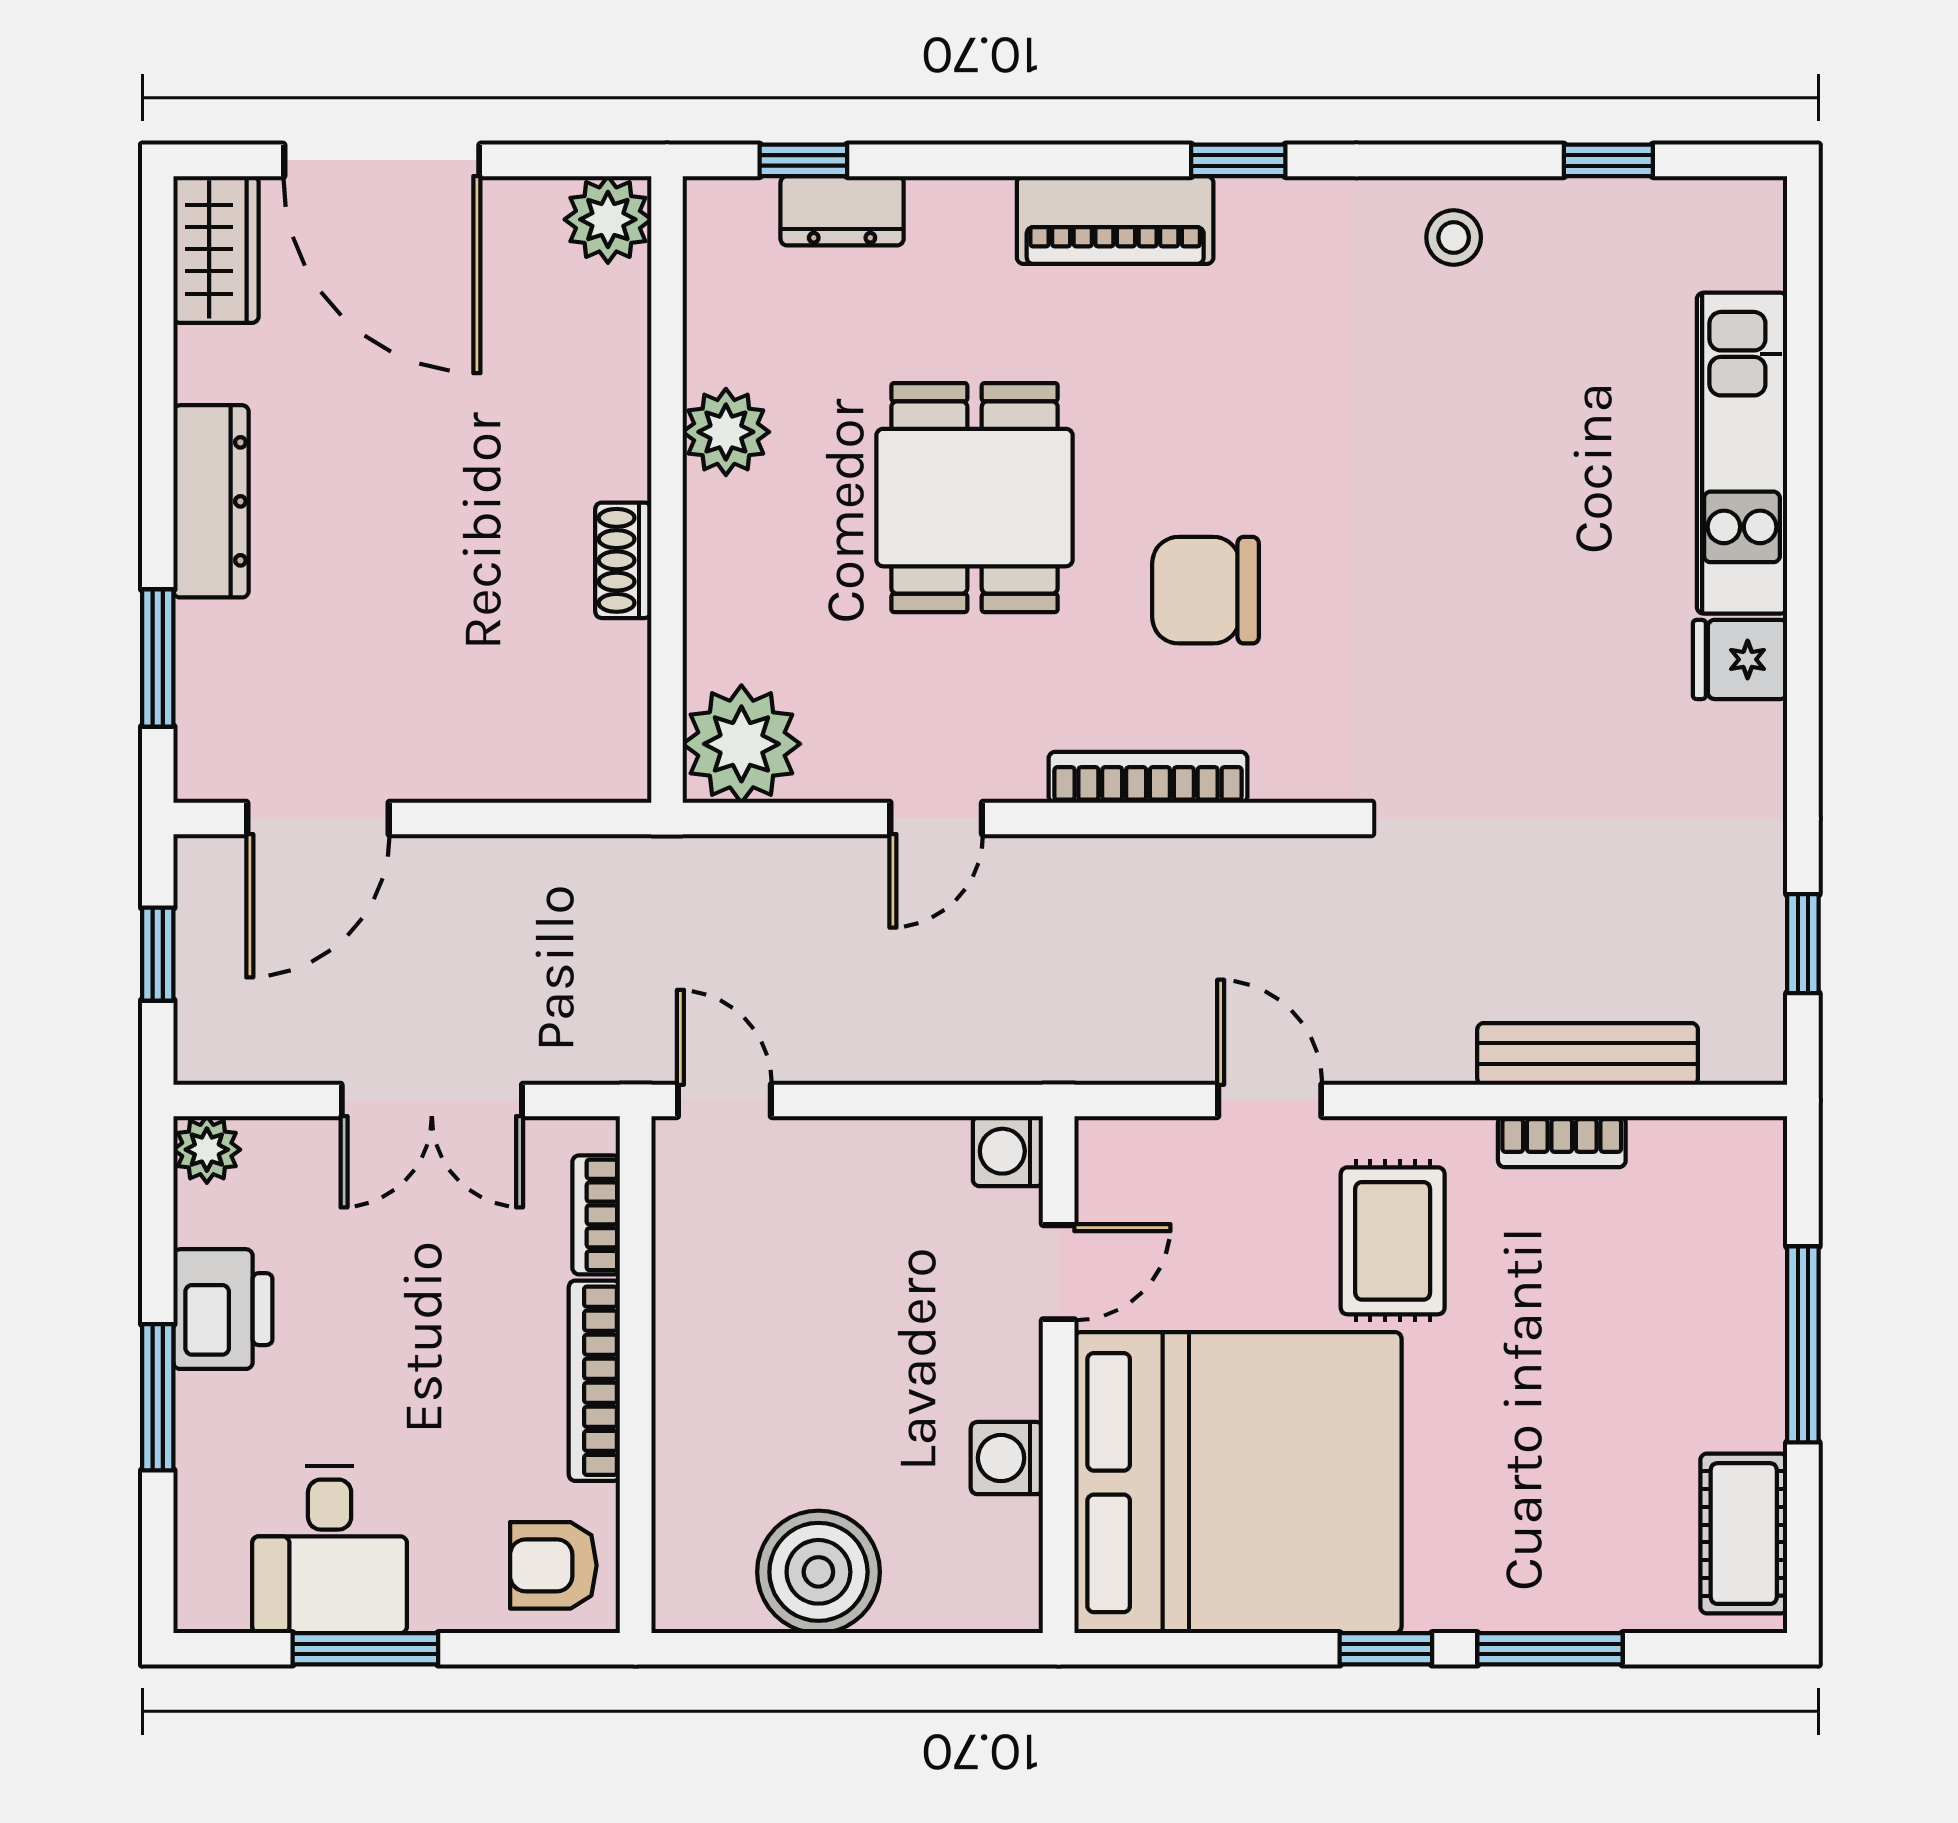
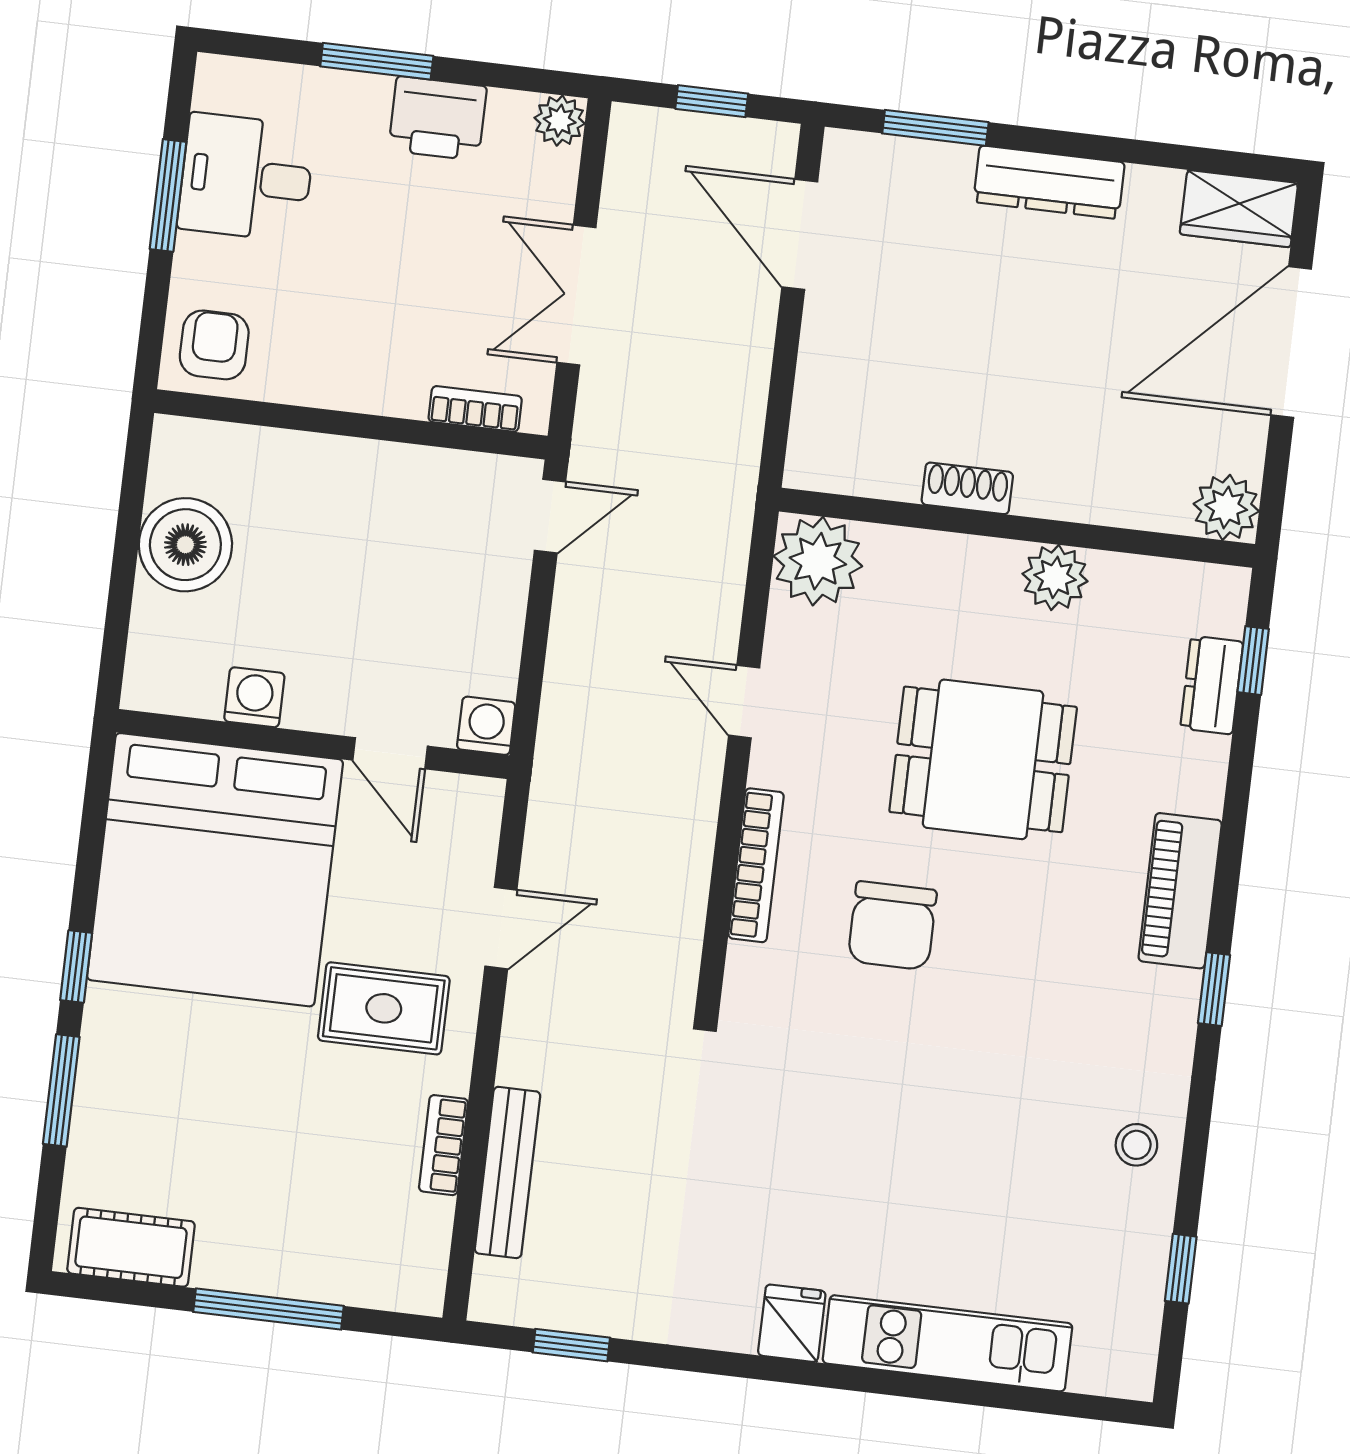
chair: (1206, 590) -> (892, 926), turned 180
bookcase: (594, 1381) -> (350, 393), removed

